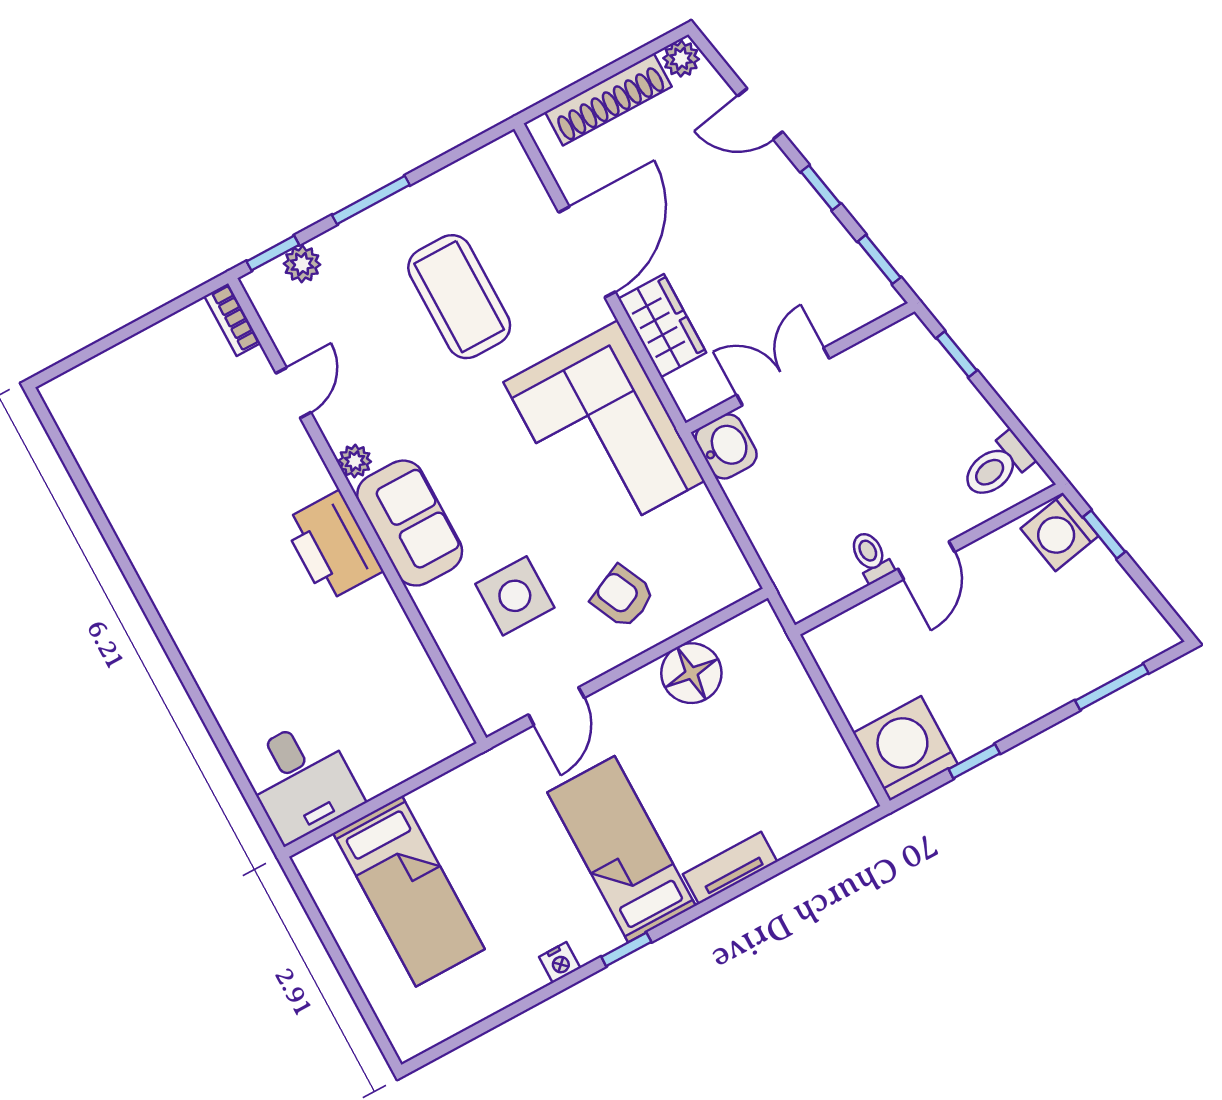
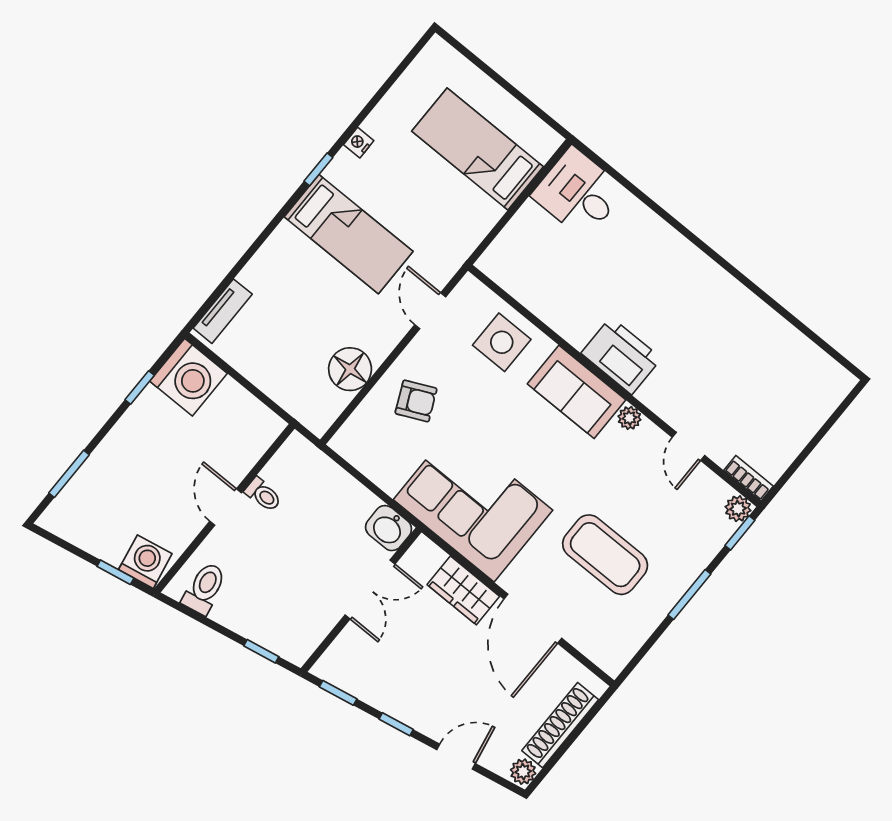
plant: (302, 264) -> (738, 509), moved
side table: (515, 596) -> (502, 342), moved
tv unit: (730, 868) -> (223, 311), moved

